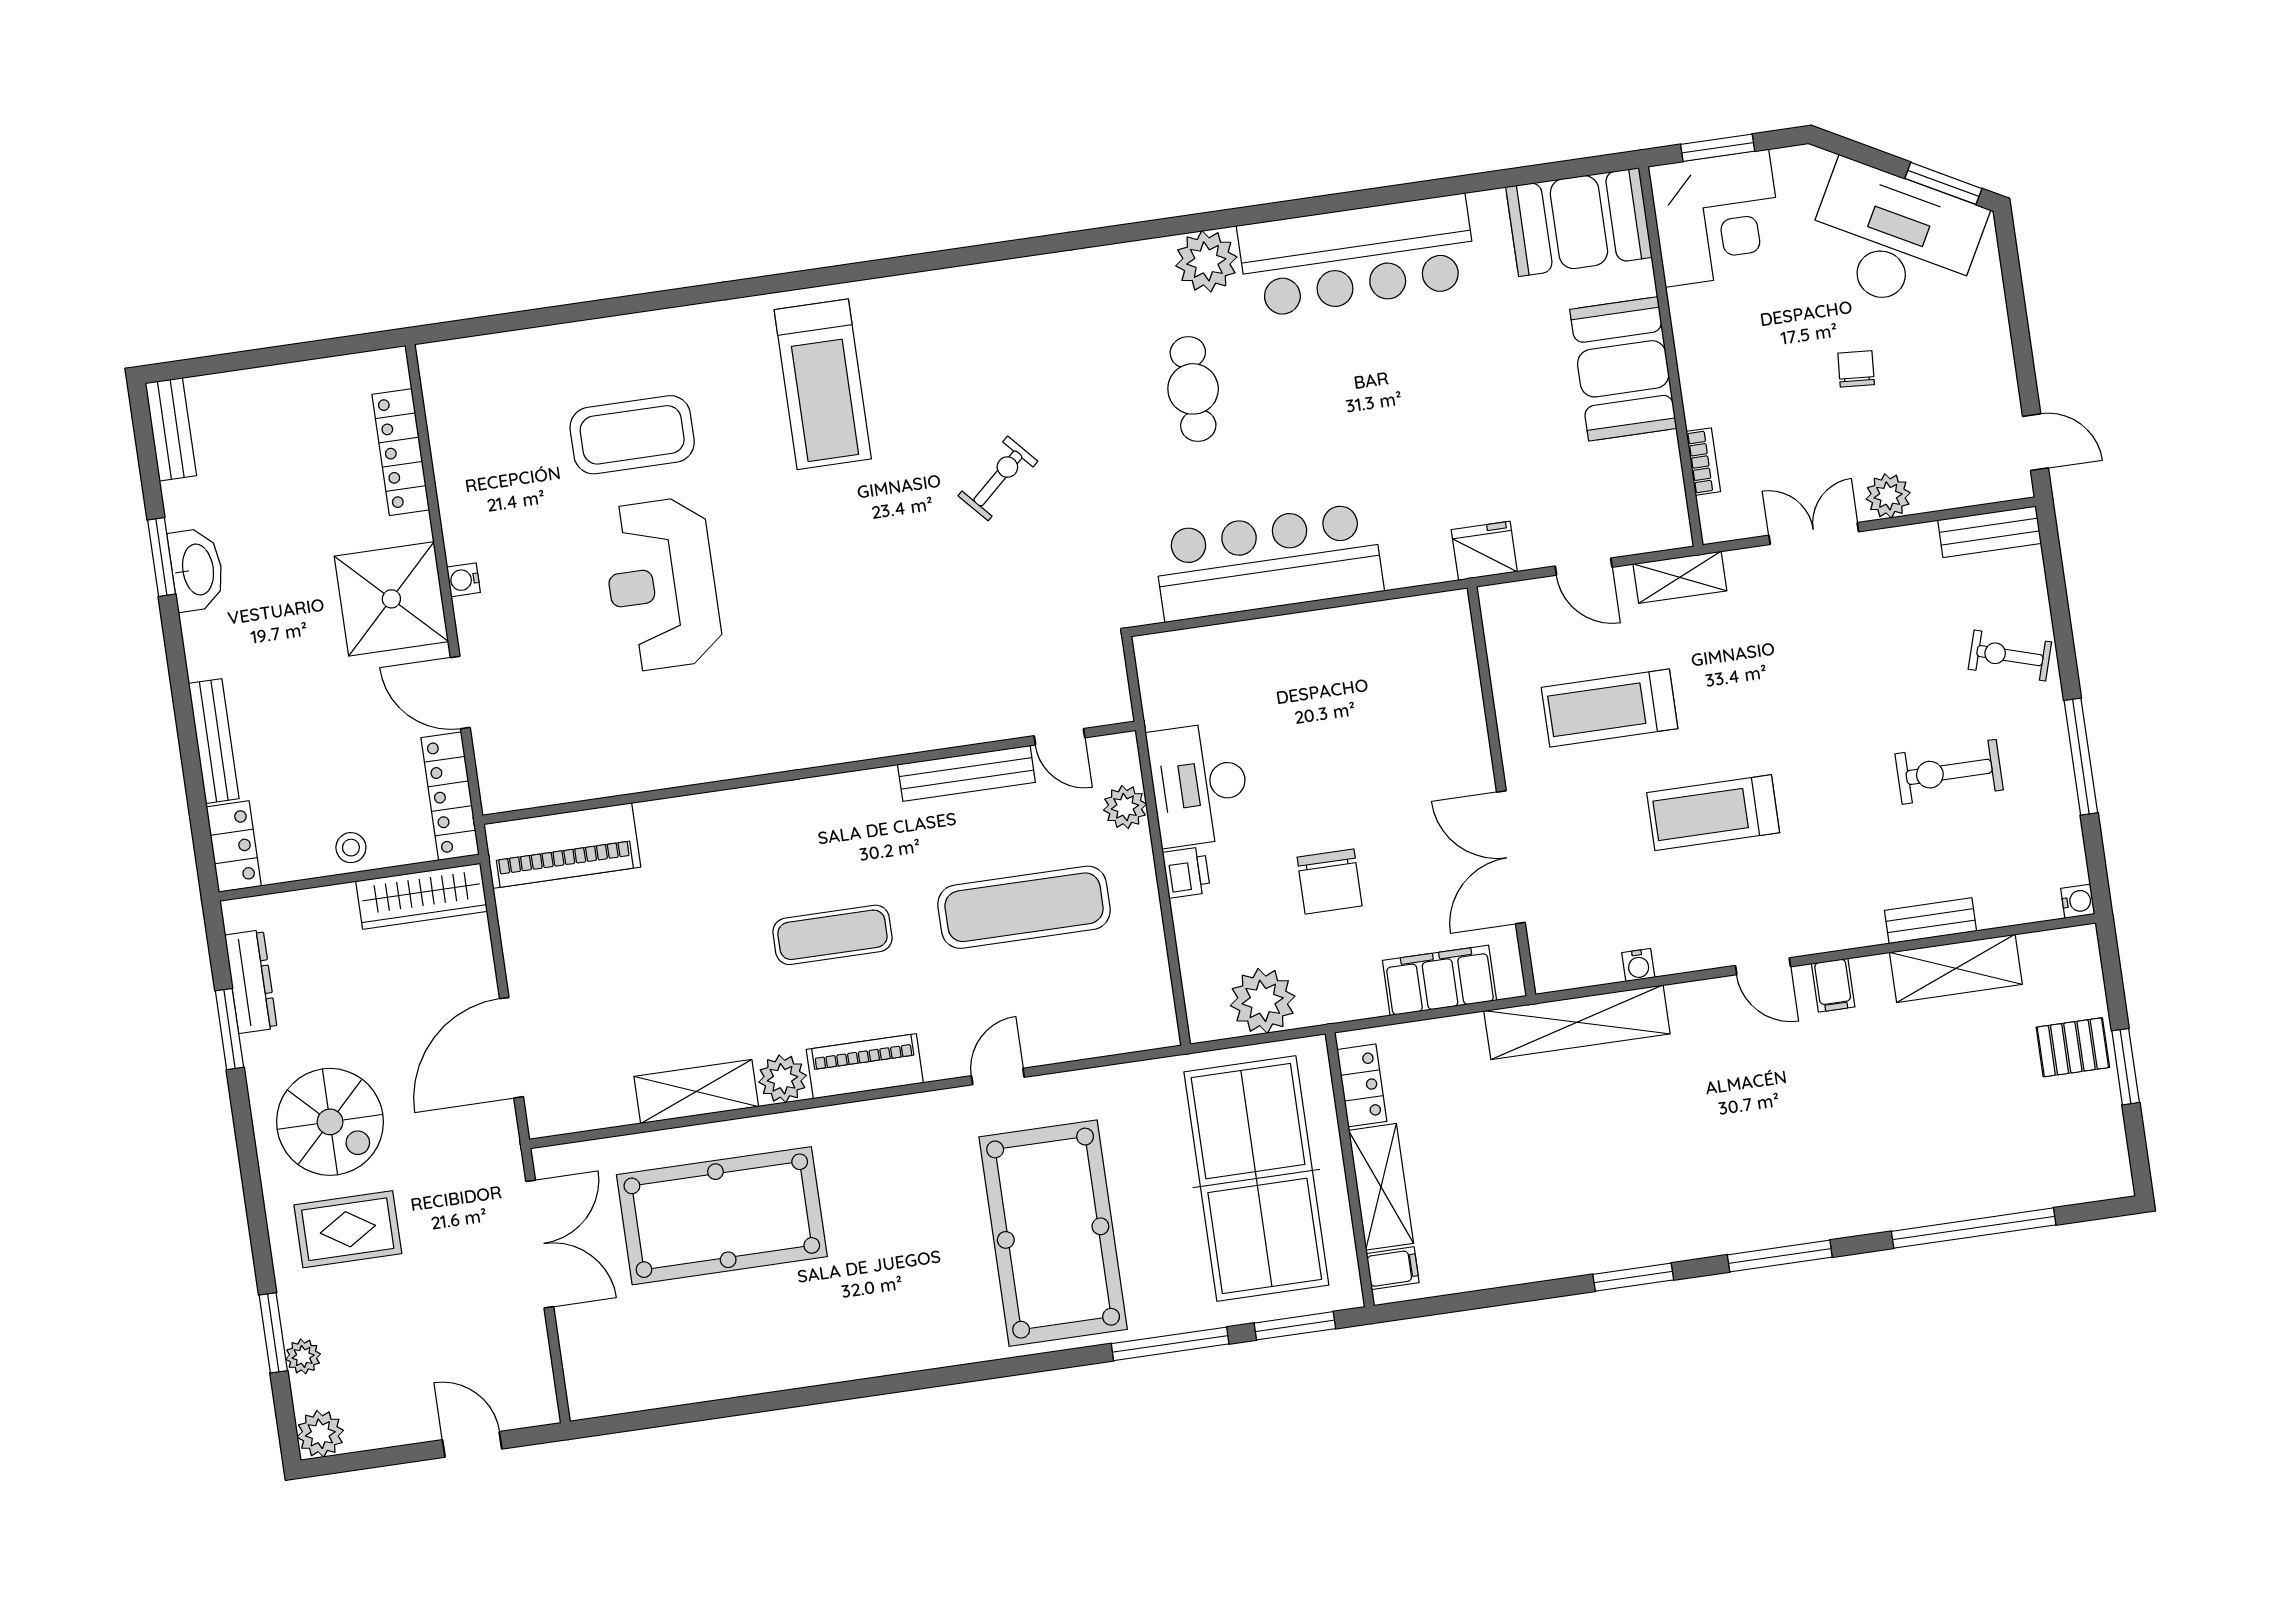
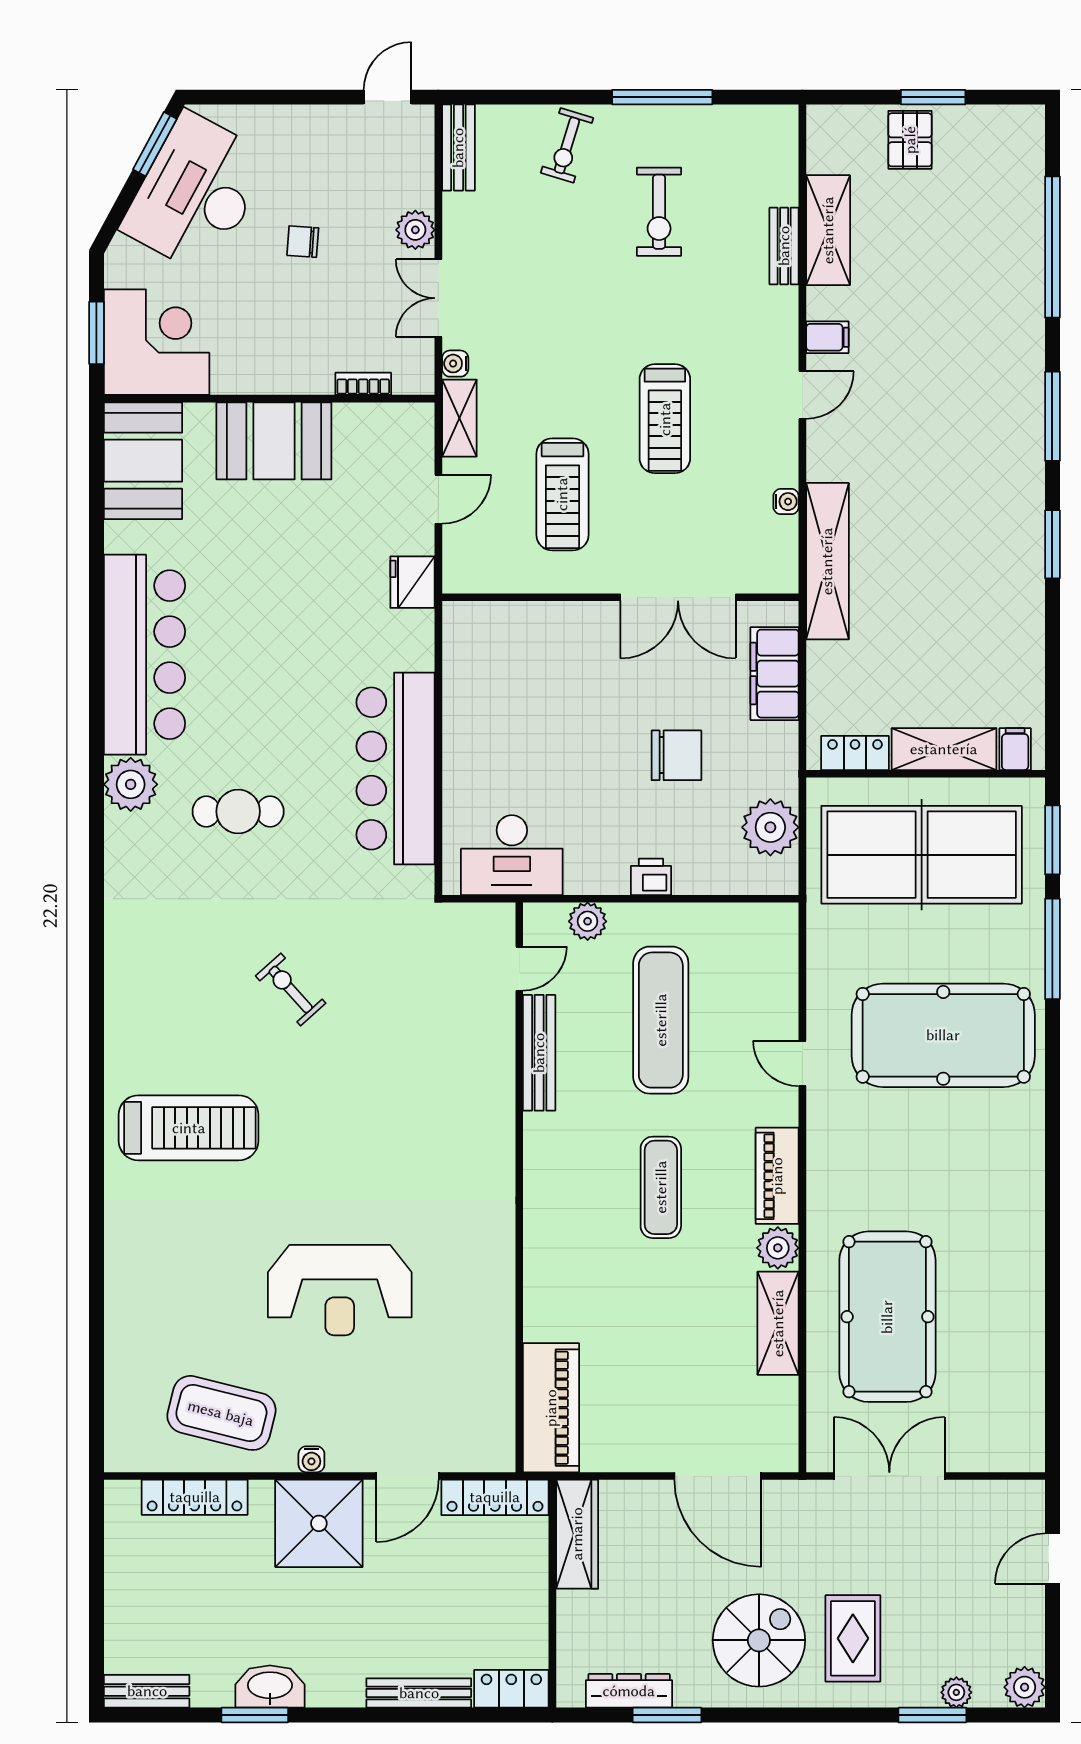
coffee table: (632, 435) -> (221, 1413), moved, turned -76
desk: (1199, 784) -> (512, 855), moved
stool: (351, 848) -> (527, 1589), removed
water cooler: (2078, 901) -> (455, 364), moved, turned -90

